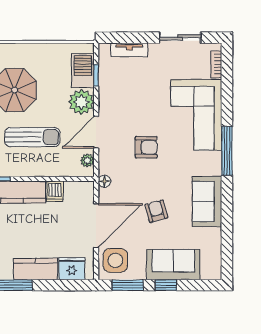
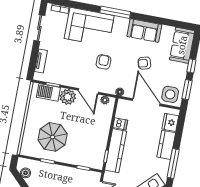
sun lounger: (32, 137) -> (84, 131), removed
sofa: (173, 265) -> (182, 45), moved

